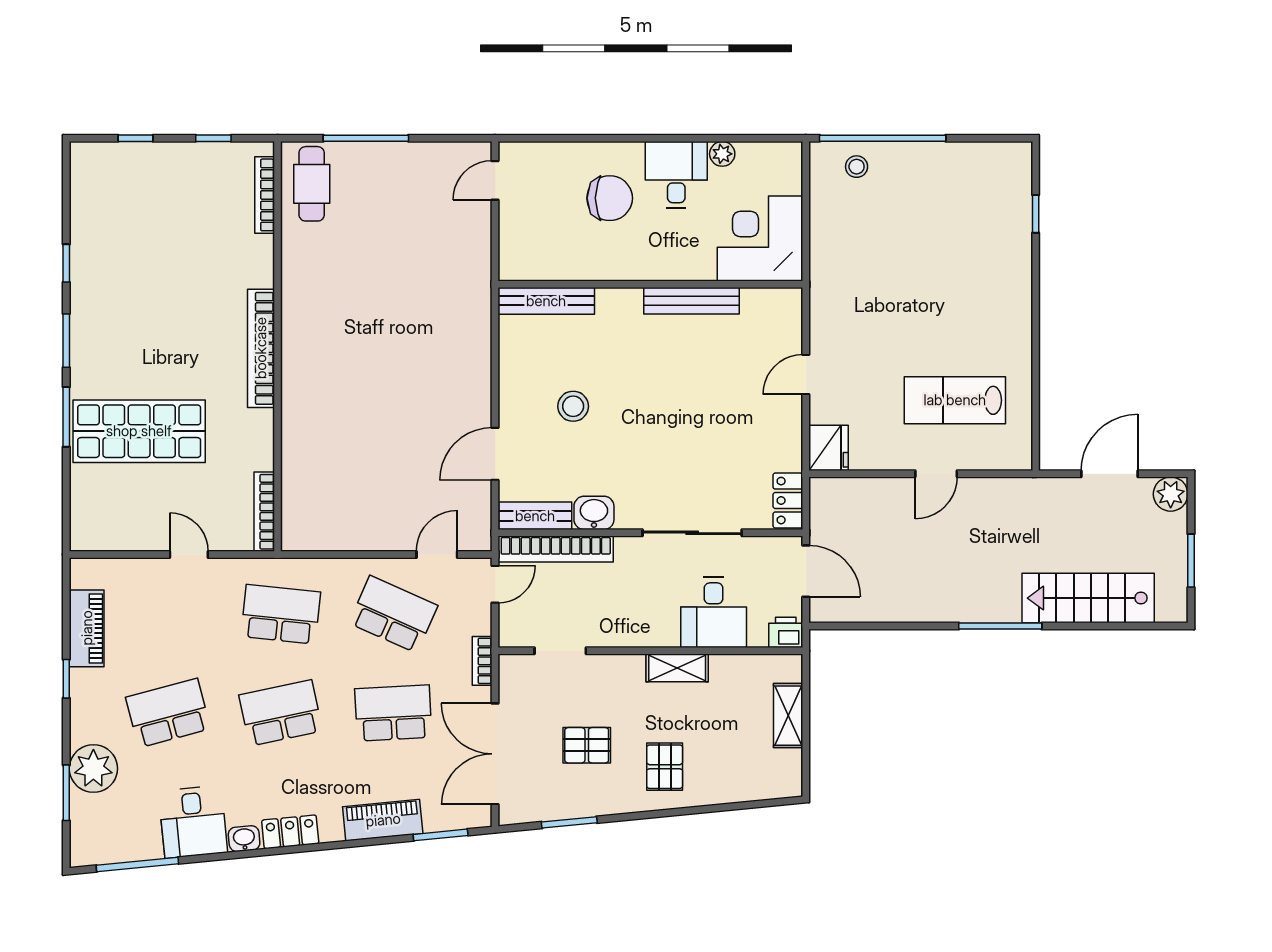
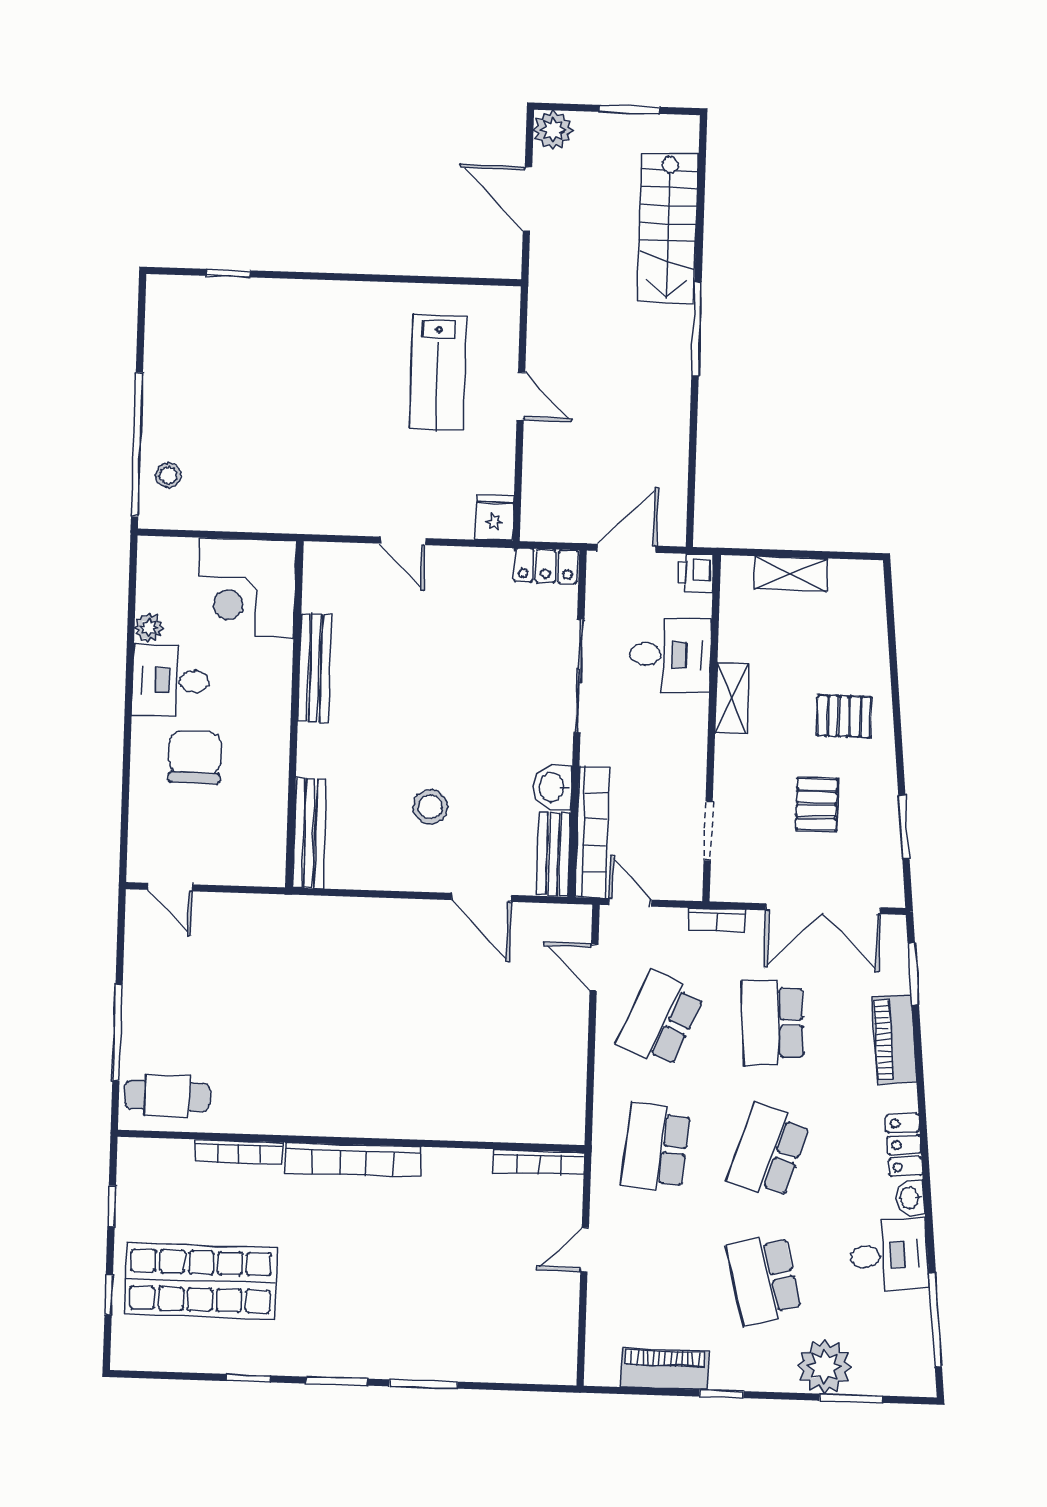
bookcase: (265, 195) -> (239, 1152), moved
shop shelf: (139, 431) -> (201, 1281), moved, turned 90
fridge: (828, 448) -> (495, 518), width x0.72
school desk: (281, 713) -> (768, 1151), turned 30

